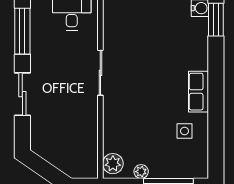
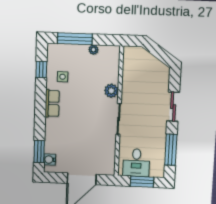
window: (216, 140) -> (41, 69), added
plant: (113, 164) -> (111, 91), moved

